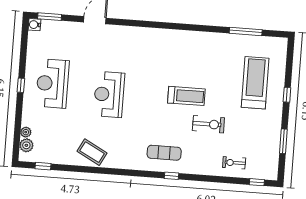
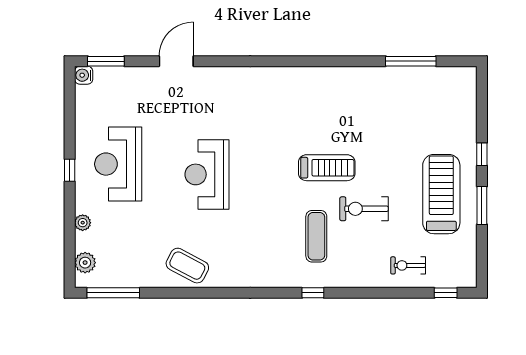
treadmill: (255, 83) -> (441, 194), moved
exercise bike: (208, 124) -> (364, 209), turned 180
plant: (26, 132) -> (83, 223), moved
window: (283, 141) -> (482, 205), moved
exercise mat: (164, 153) -> (316, 236), moved, turned 90
window: (43, 166) -> (113, 293), width x2.17

